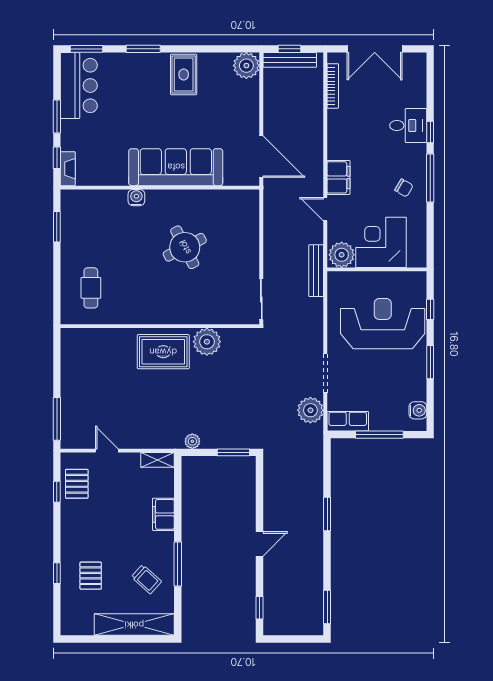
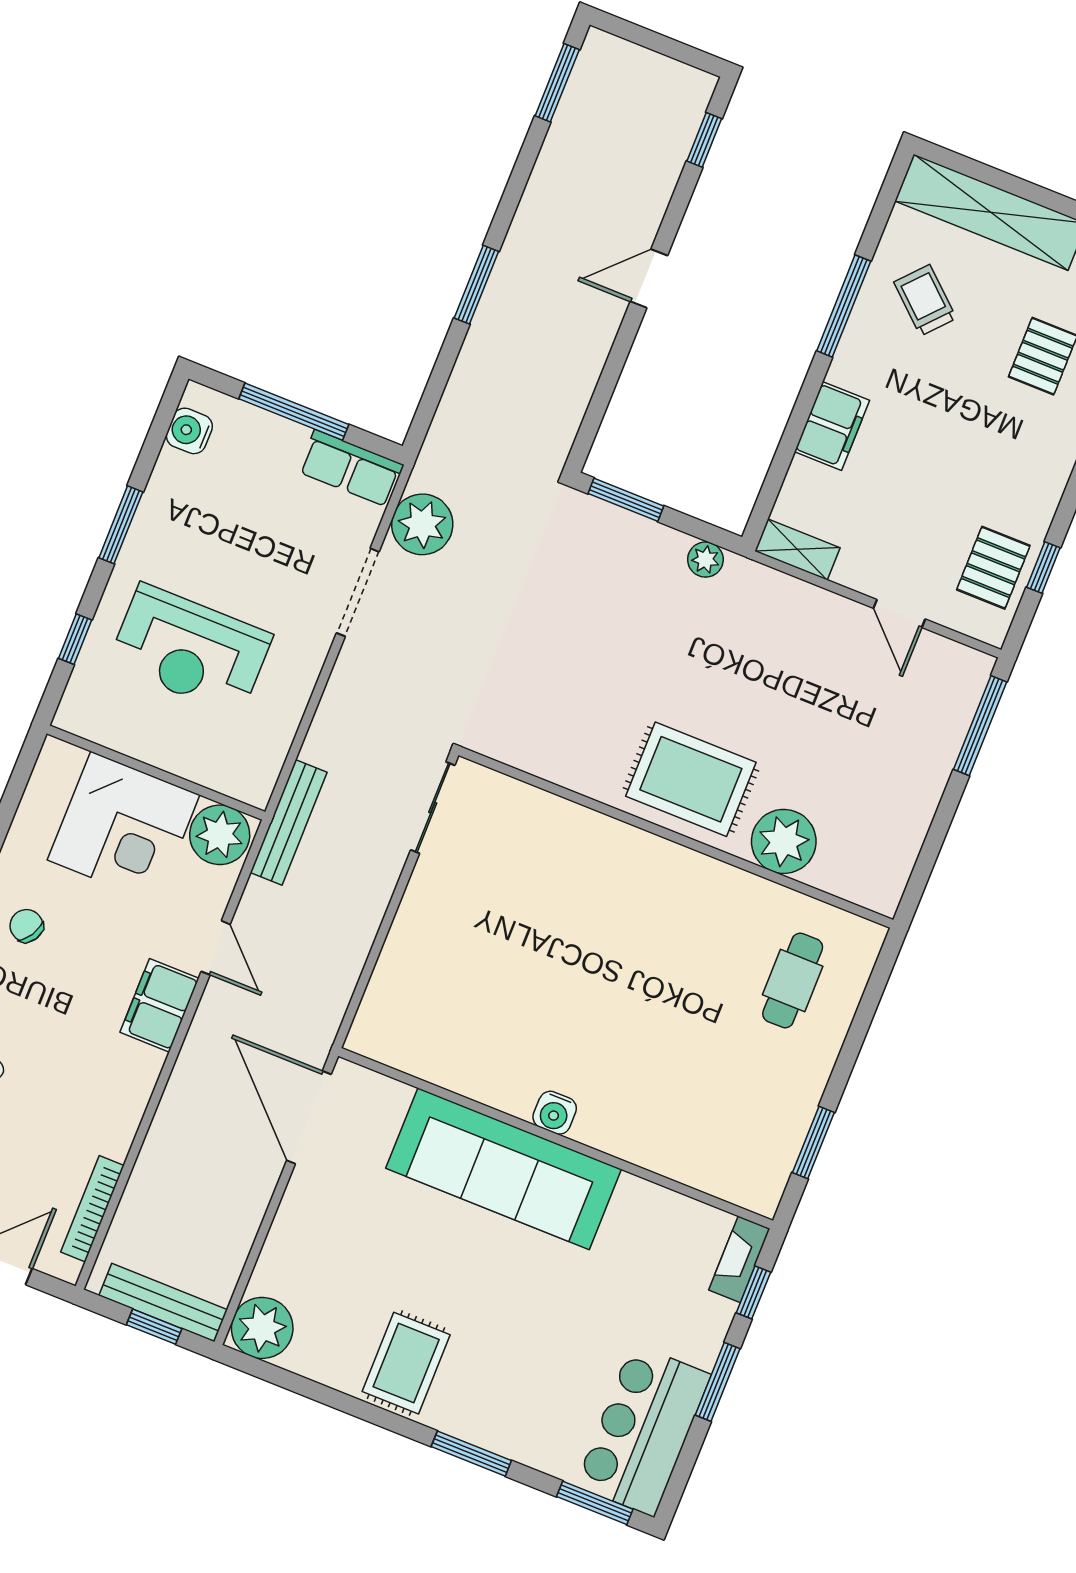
water cooler: (136, 198) -> (555, 1113), moved
round table: (185, 247) -> (554, 987), removed
reception desk: (383, 324) -> (190, 650), width x0.74, depth x0.77
plant: (207, 342) -> (784, 841), moved

